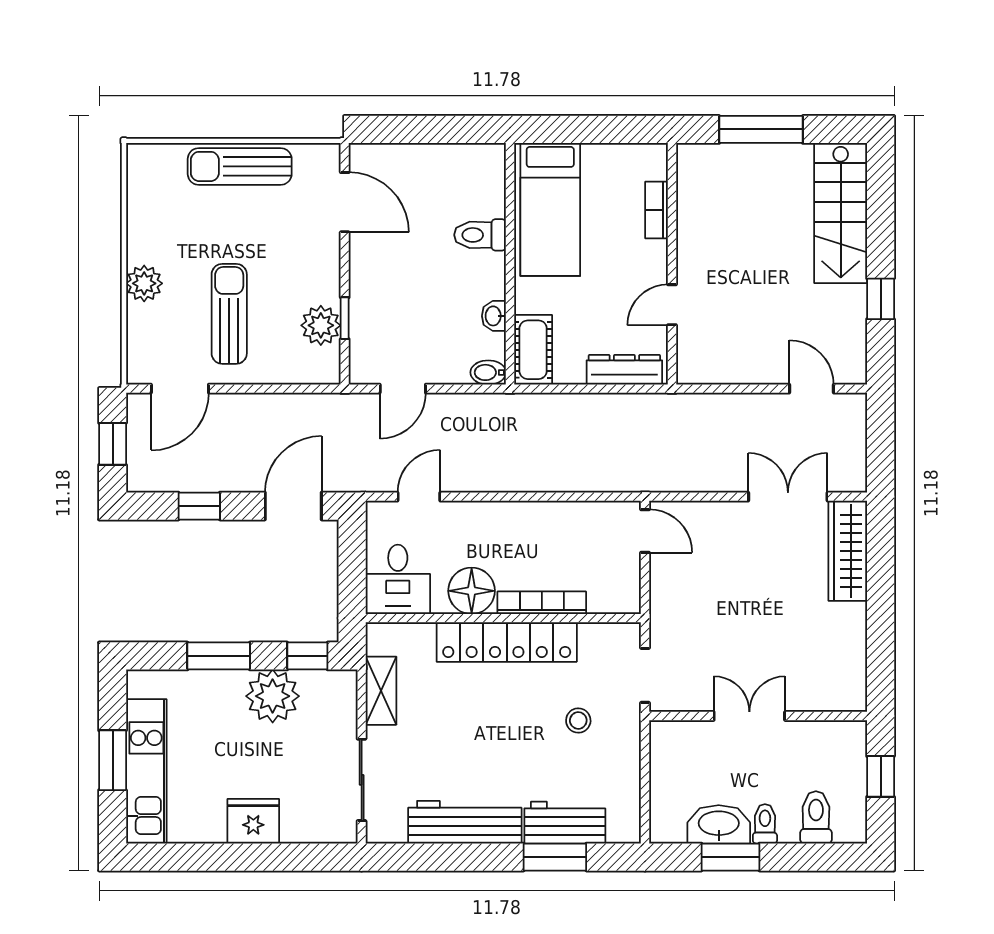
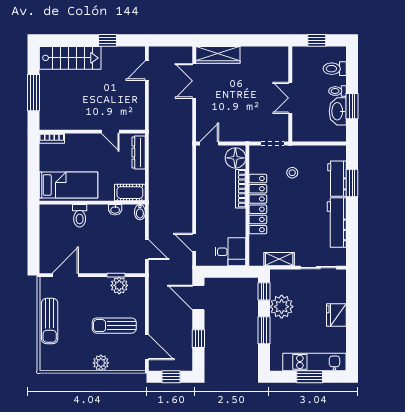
bookcase: (657, 210) -> (52, 138), moved
floor lamp: (472, 591) -> (235, 158), moved

